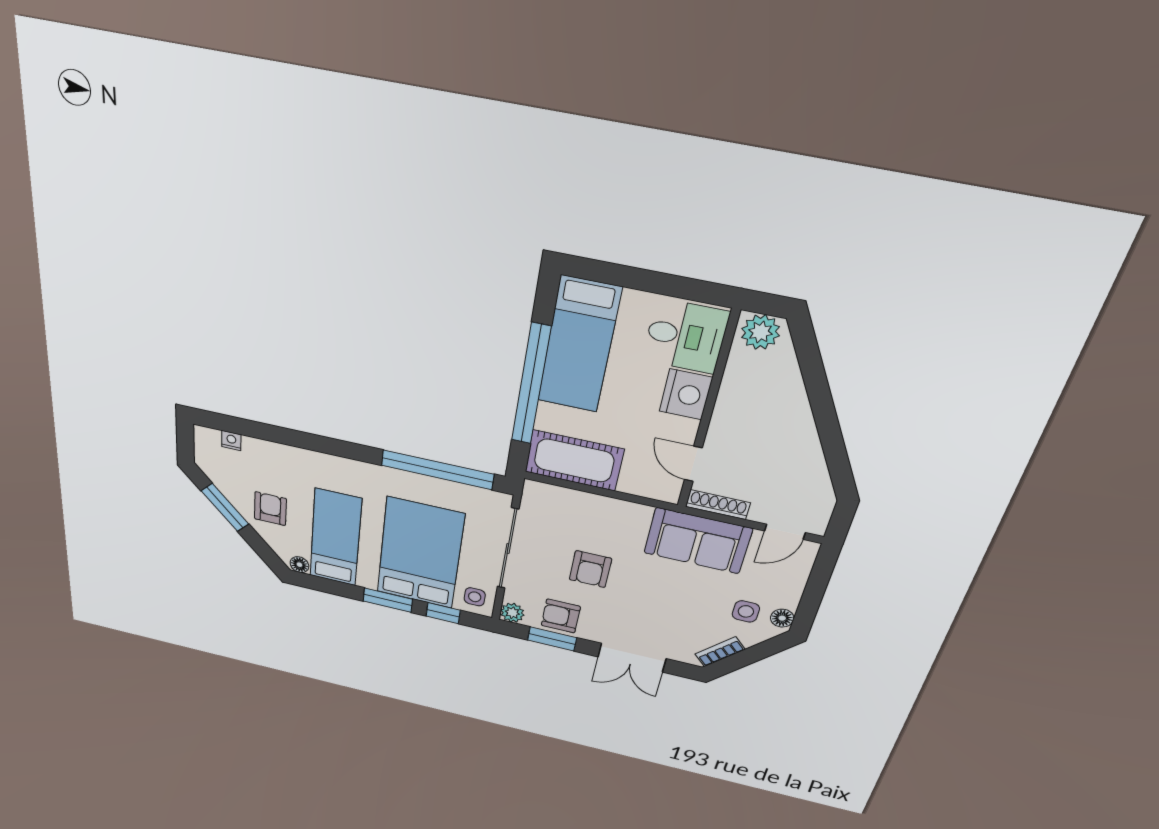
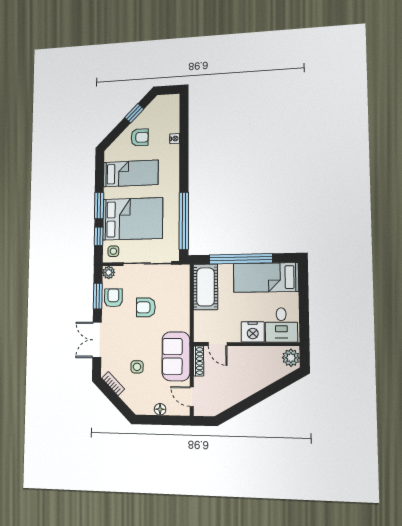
nightstand: (231, 440) -> (175, 139), moved
door: (693, 464) -> (218, 344), swing flipped
window: (225, 508) -> (134, 113), width x0.67
floor lamp: (299, 565) -> (109, 156), removed
side table: (746, 611) -> (137, 367), moved
floor lamp: (782, 618) -> (160, 409), moved

